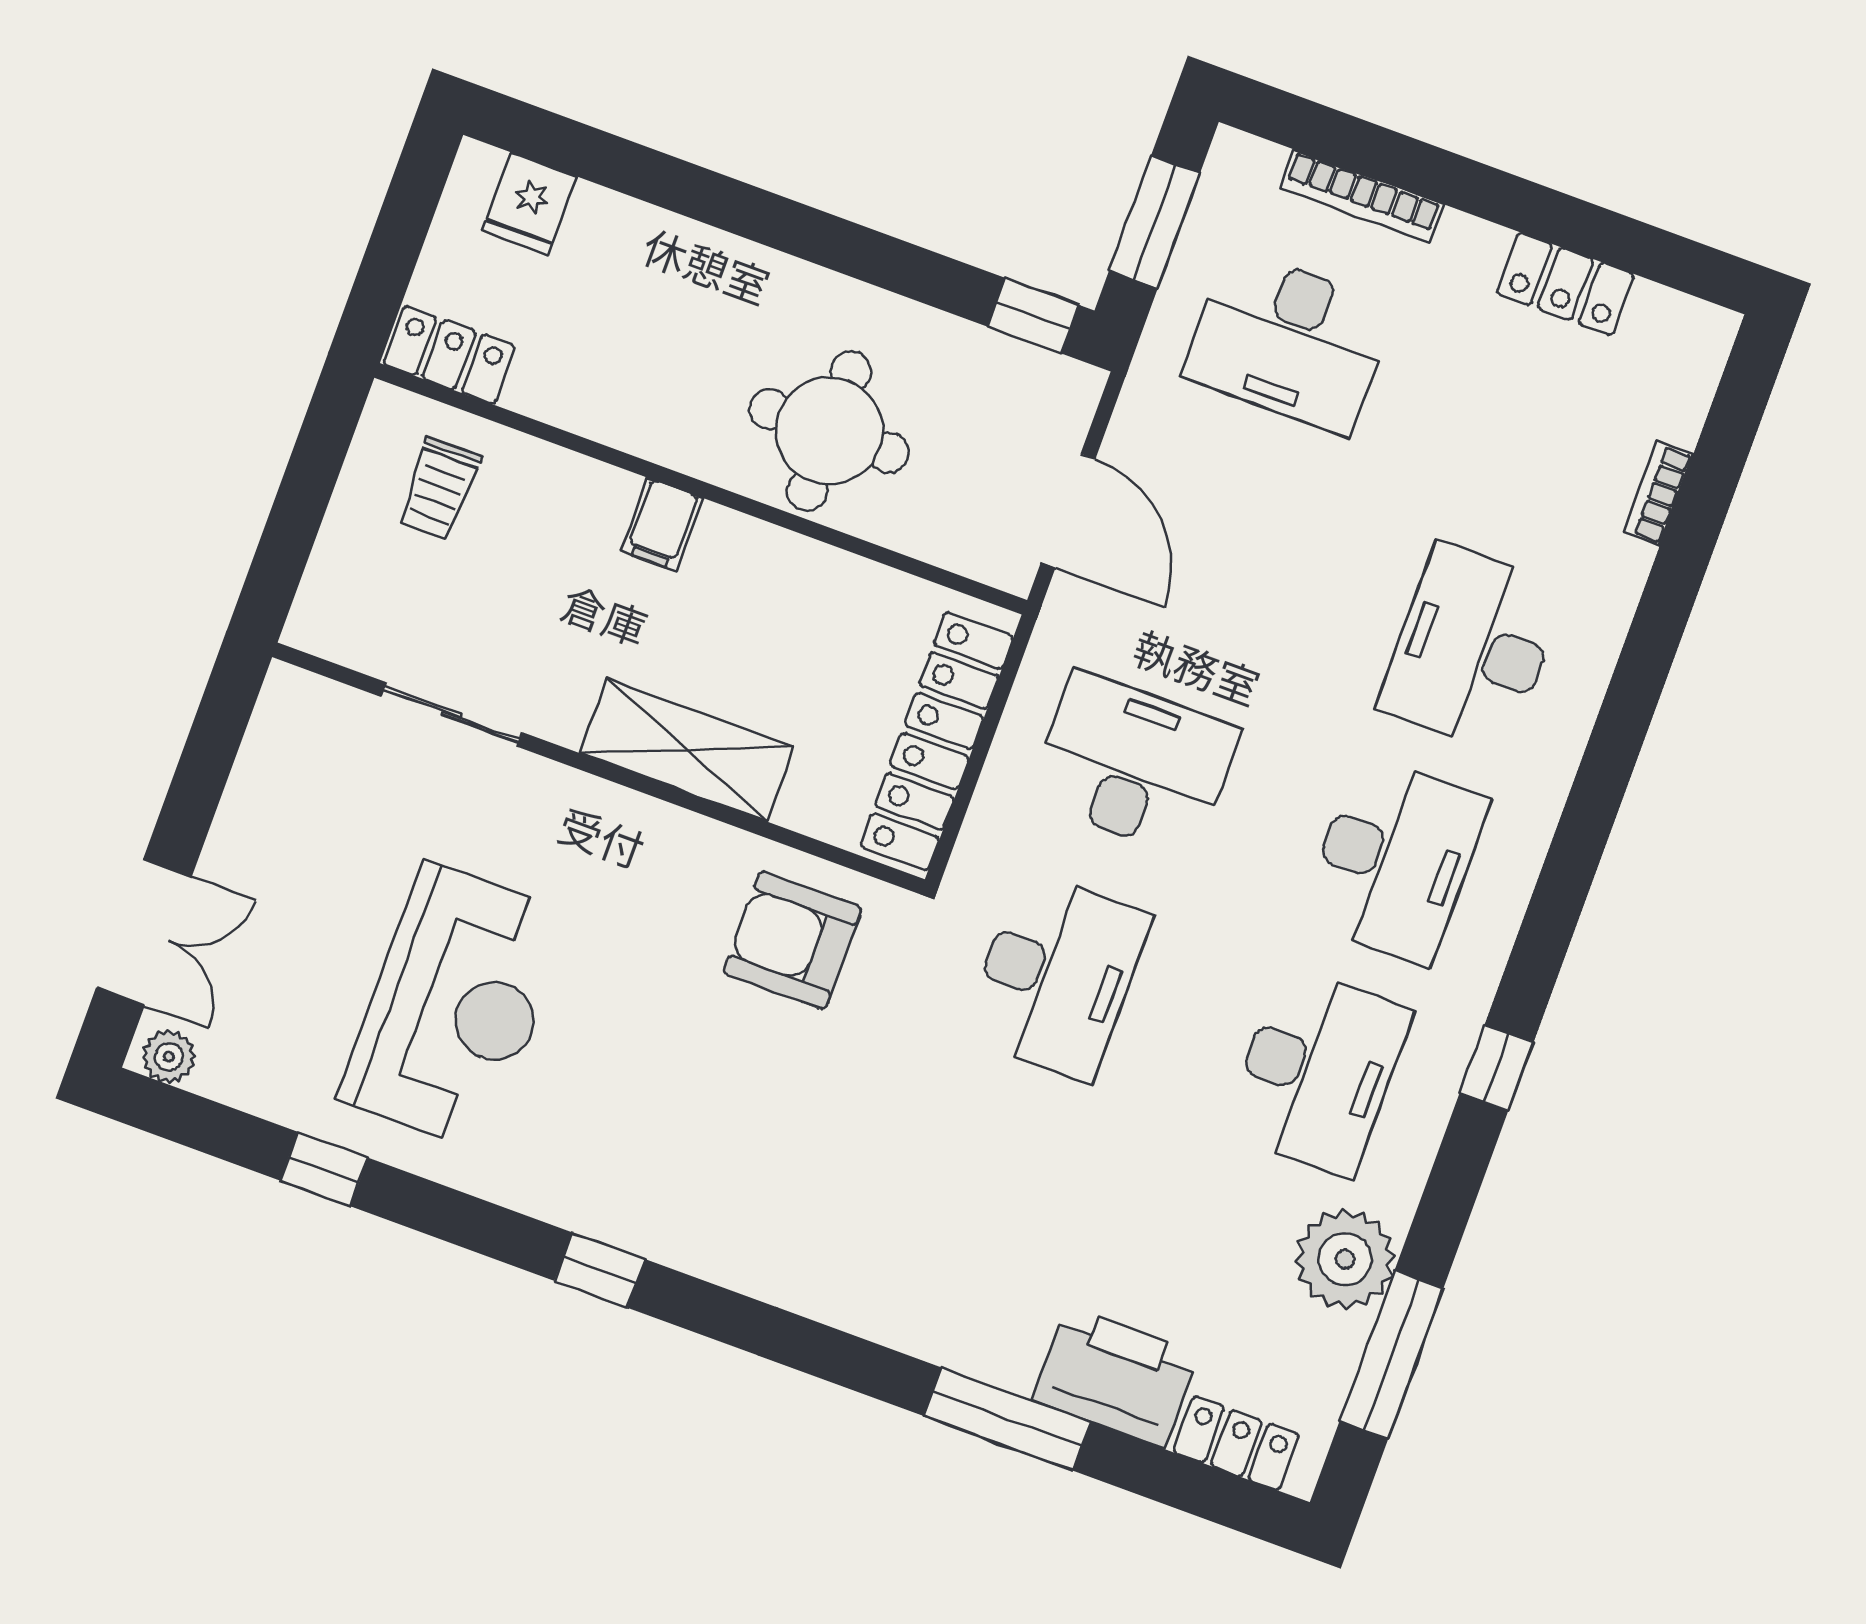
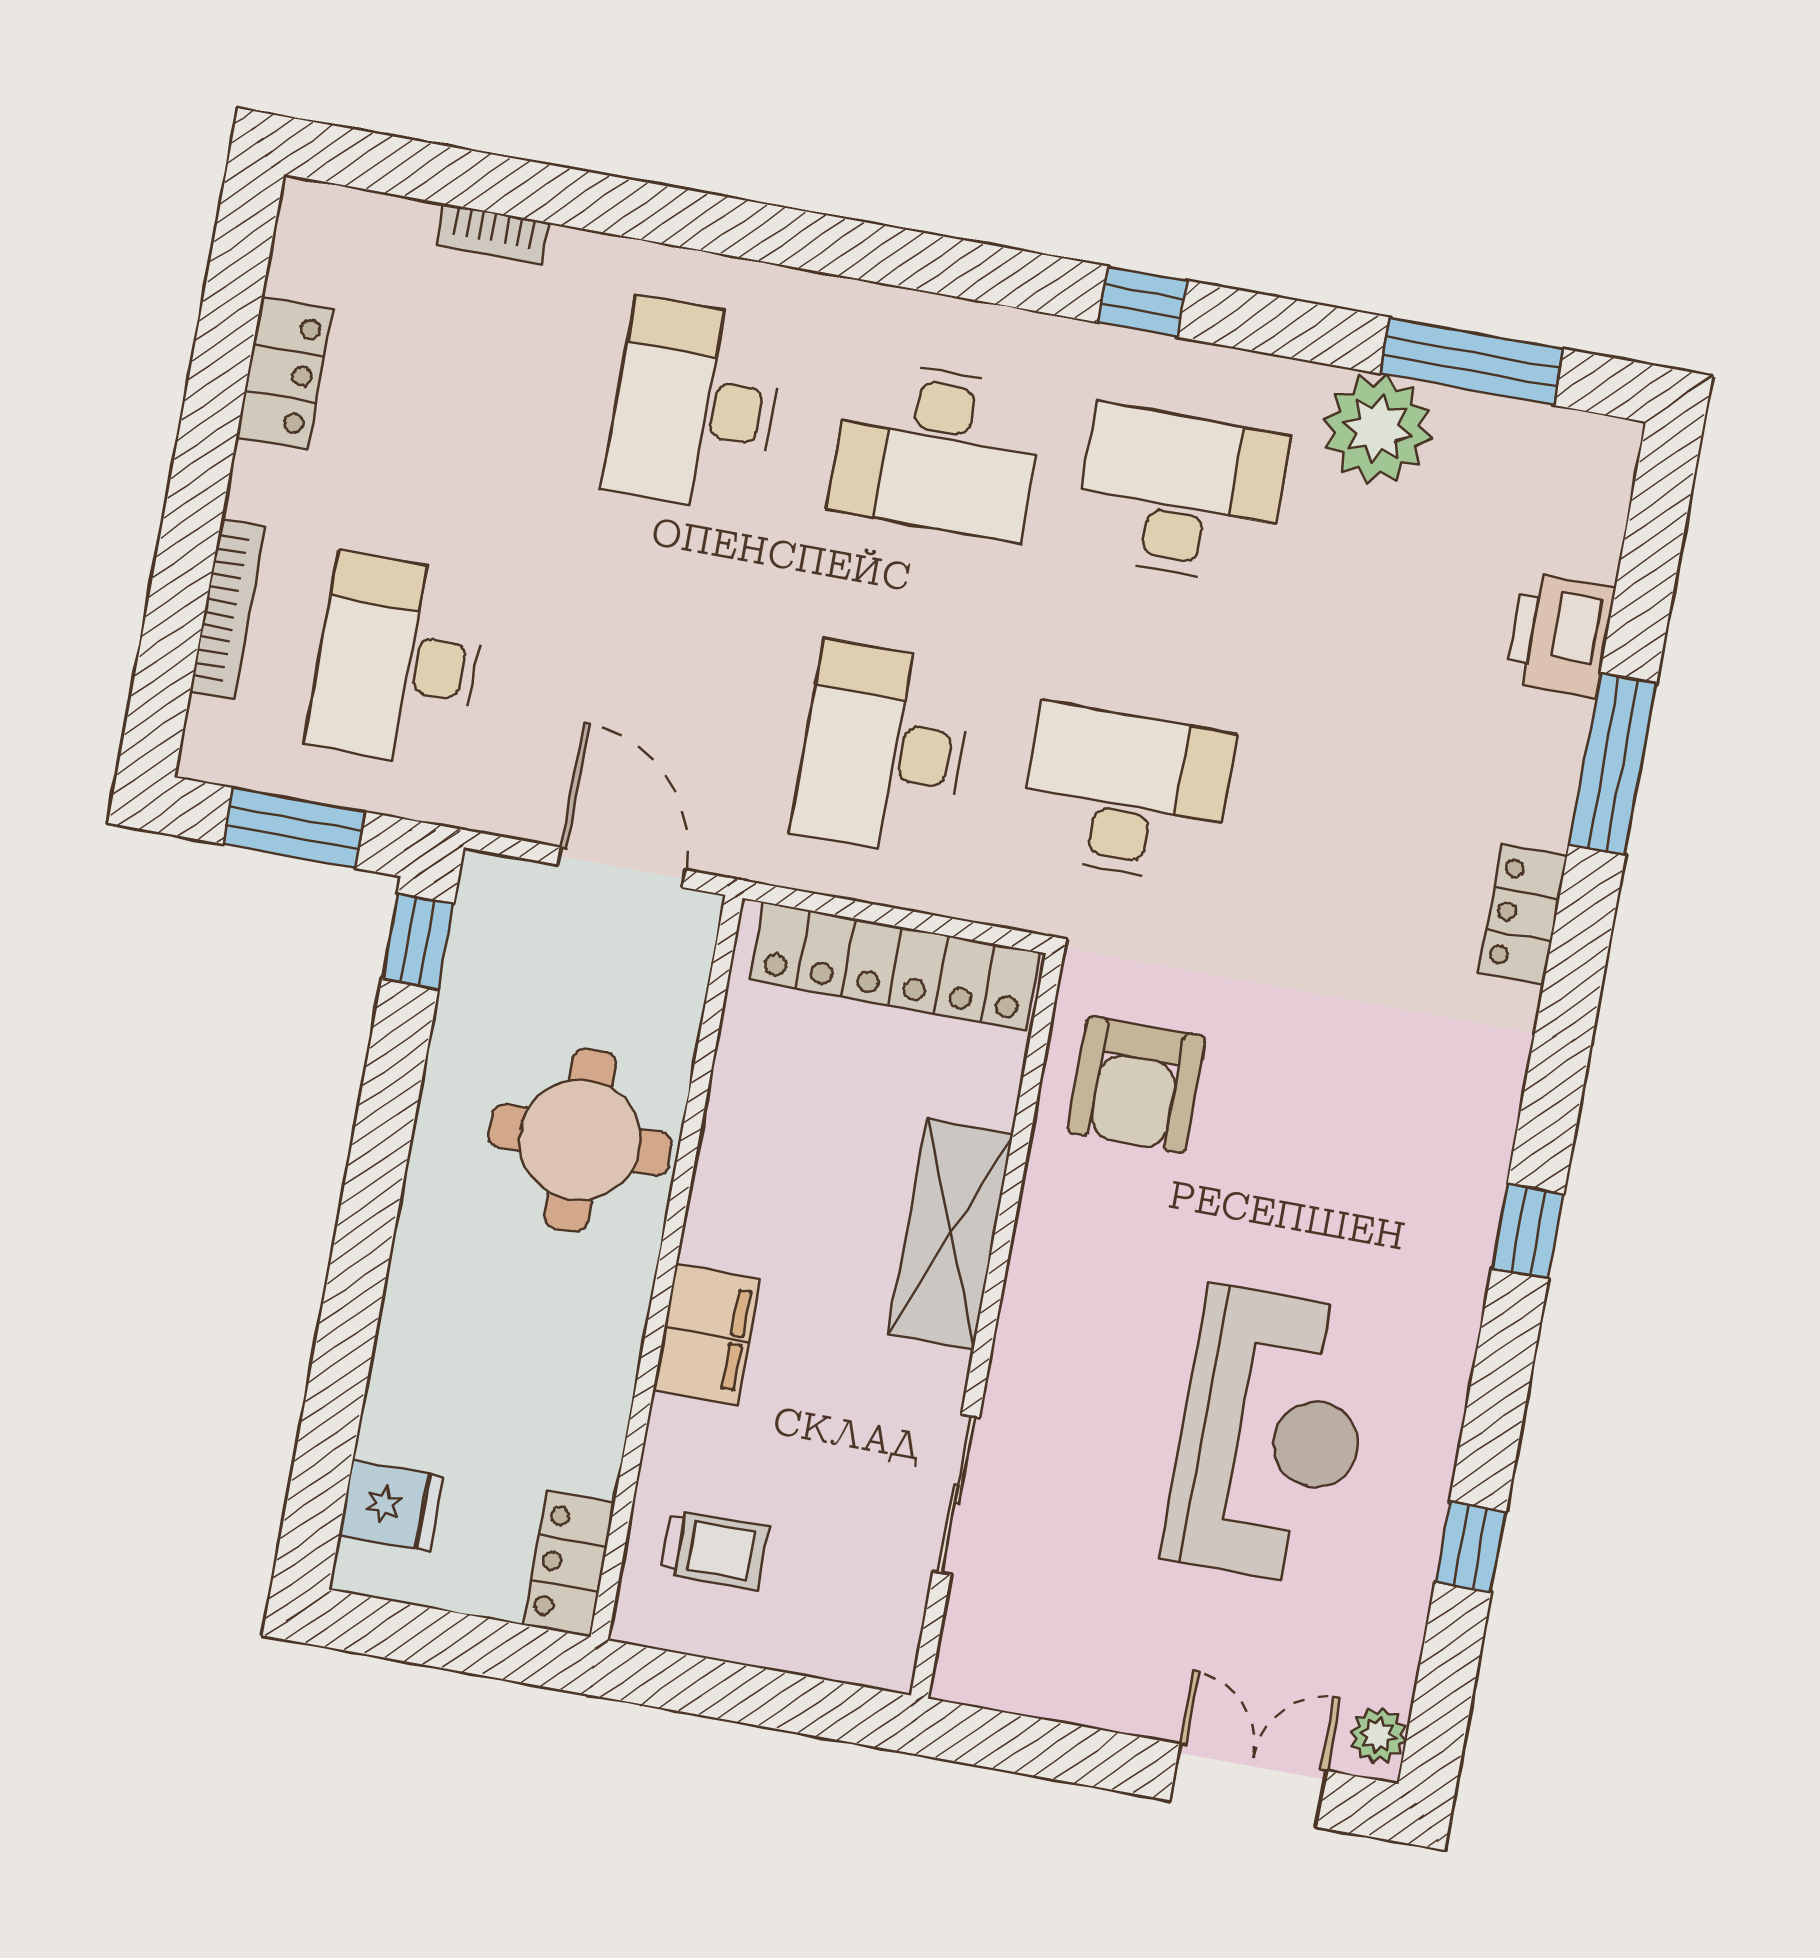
desk: (1289, 341) -> (397, 661), turned 180
door: (1068, 511) -> (622, 867), hinge flipped
filing cabinet: (662, 525) -> (707, 1335), width x2.00
desk: (1472, 648) -> (695, 406), turned 90
desk: (1395, 860) -> (937, 450), turned 180
reception desk: (455, 1006) -> (1270, 1436), turned 90
printer: (1116, 1377) -> (1560, 635), width x0.73, depth x0.84
locker: (1236, 1443) -> (1523, 914), moved

